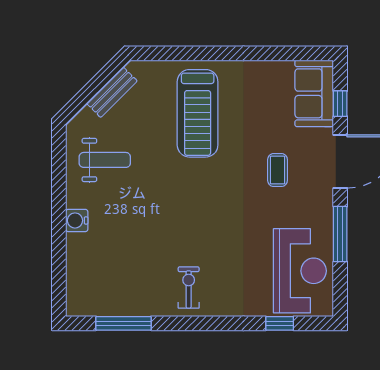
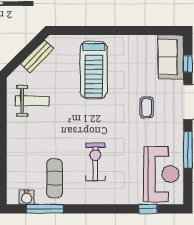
water cooler: (77, 220) -> (27, 197), moved, turned -90
exercise mat: (138, 277) -> (54, 178), added
exercise bike: (189, 287) -> (95, 162), moved, width x1.38, depth x1.39

